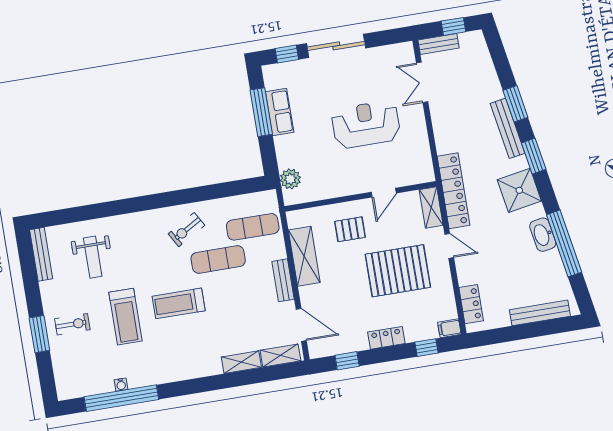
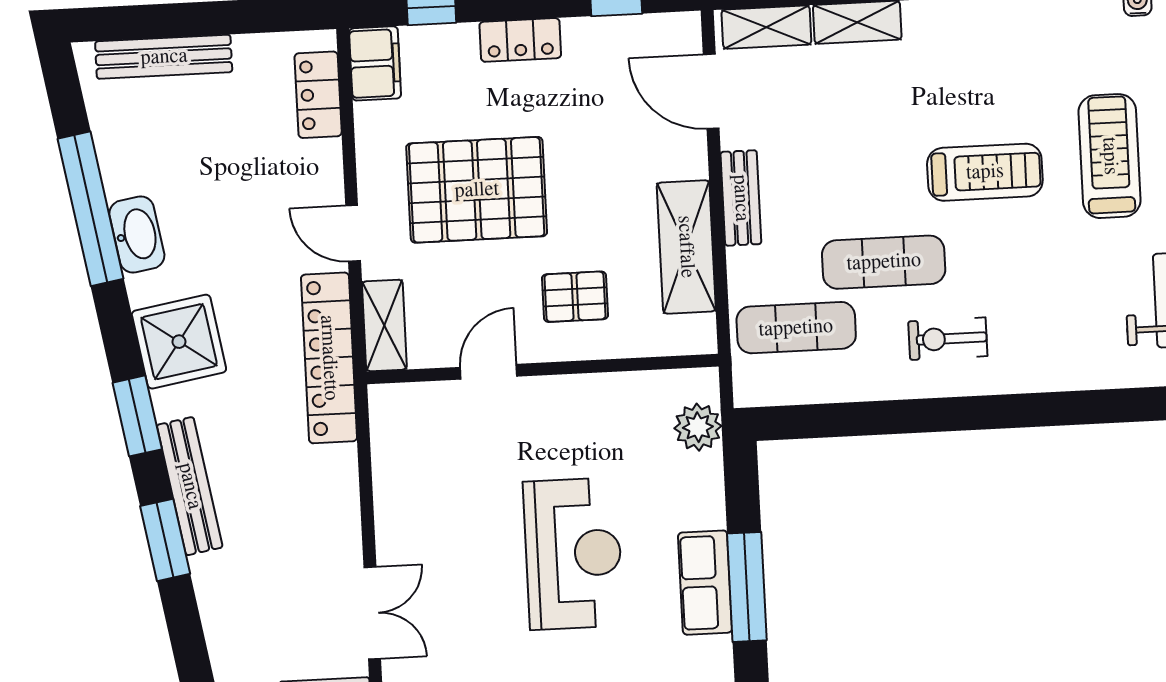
reception desk: (366, 124) -> (573, 554), moved, turned -90
exercise bike: (187, 230) -> (948, 339), turned -150
filing cabinet: (449, 328) -> (375, 63), width x2.00

